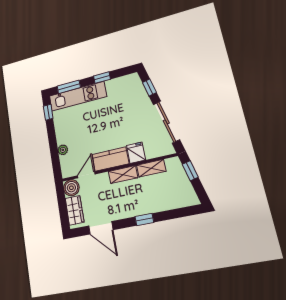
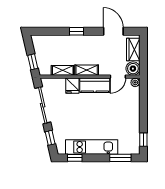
window: (102, 78) -> (75, 158), moved
kitchen unit: (78, 96) -> (92, 147), moved
plant: (63, 150) -> (135, 82), moved

